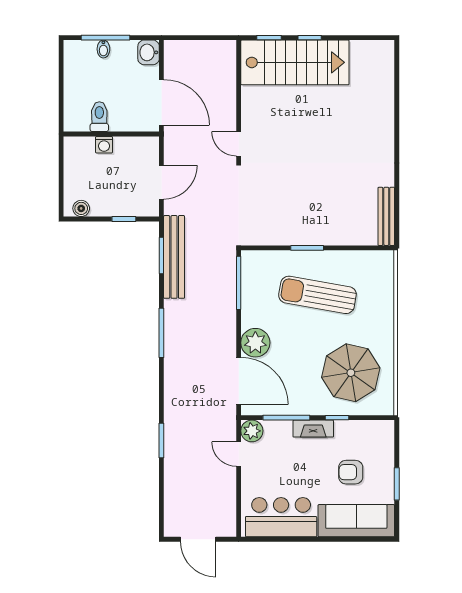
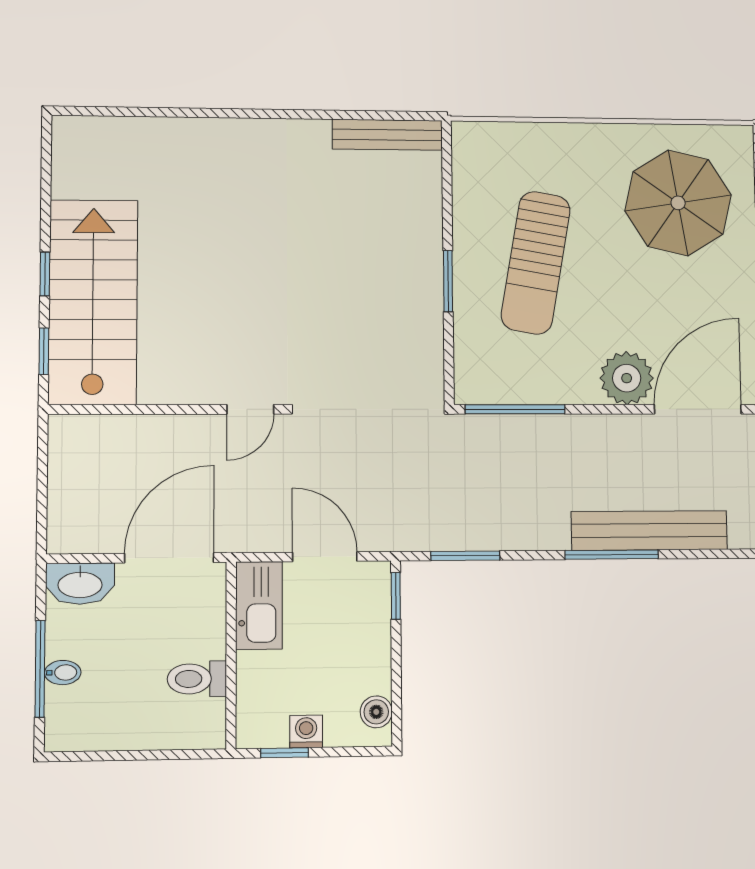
washbasin: (149, 52) -> (80, 584), width x1.38
washing machine: (104, 145) -> (306, 731), moved, turned -90
kitchen sink: (137, 148) -> (259, 605), added
window: (61, 161) -> (285, 753), added
window: (124, 219) -> (396, 596), moved
bench: (174, 257) -> (649, 530), moved

